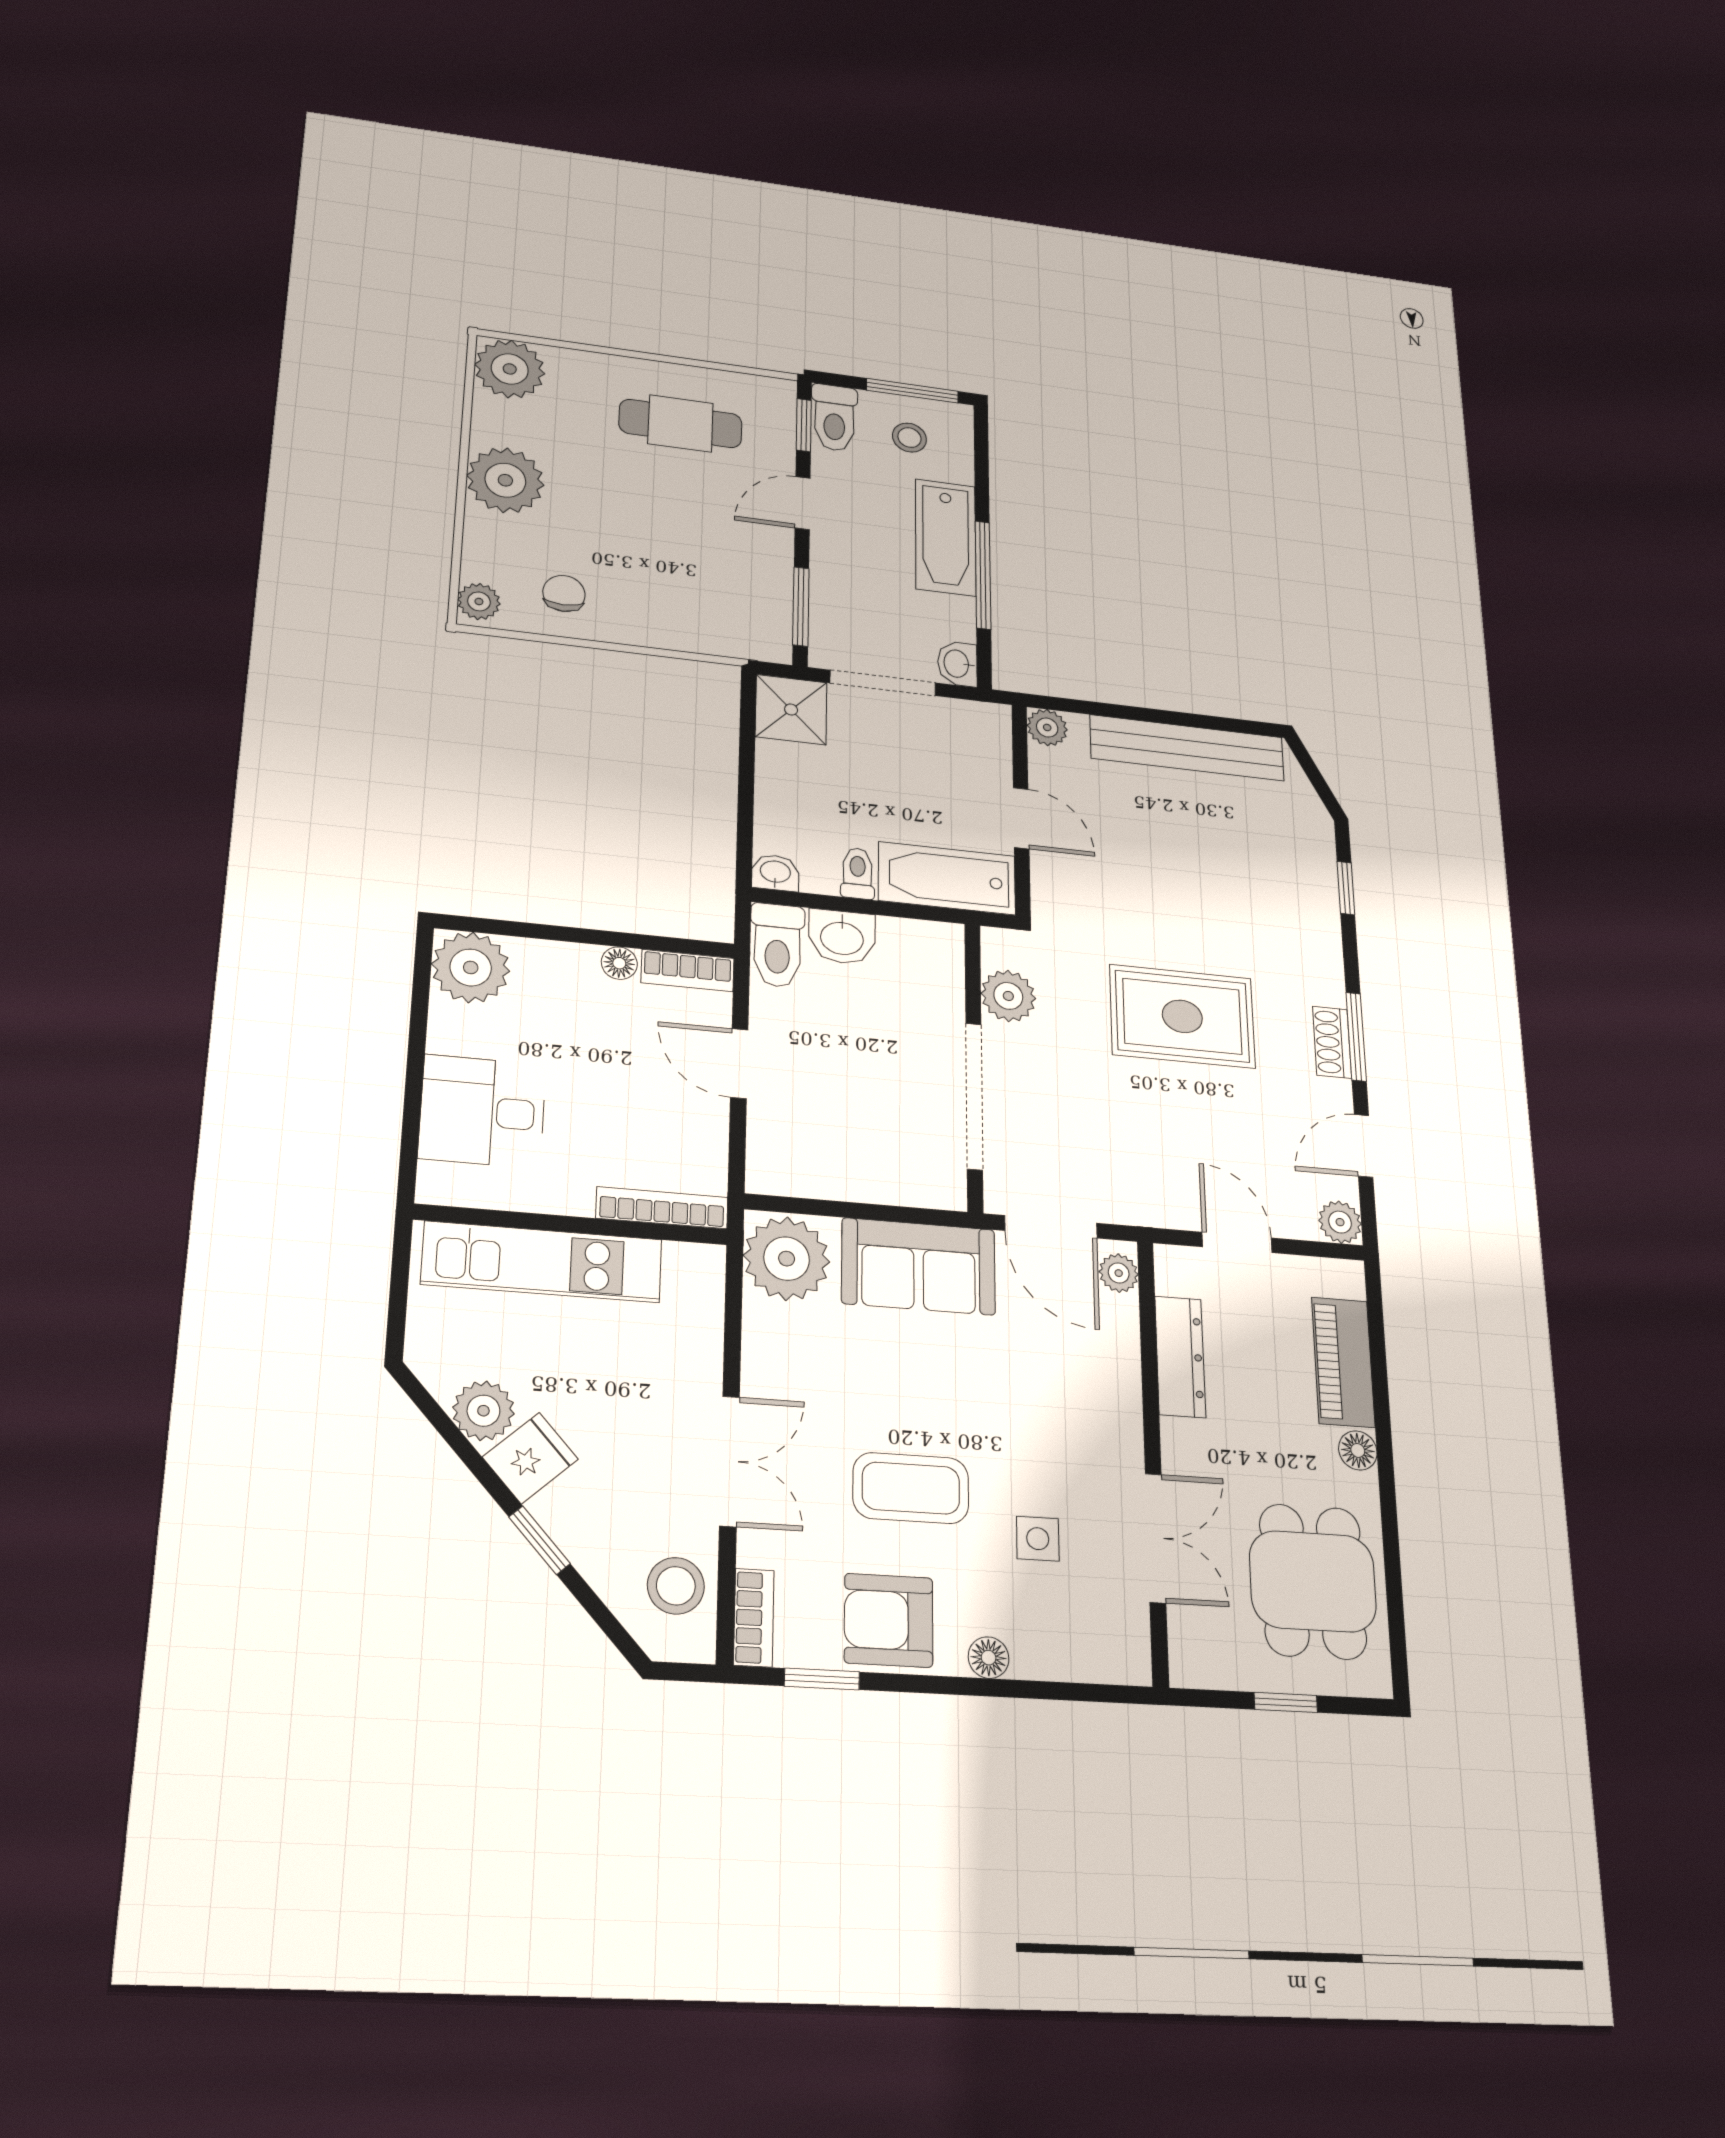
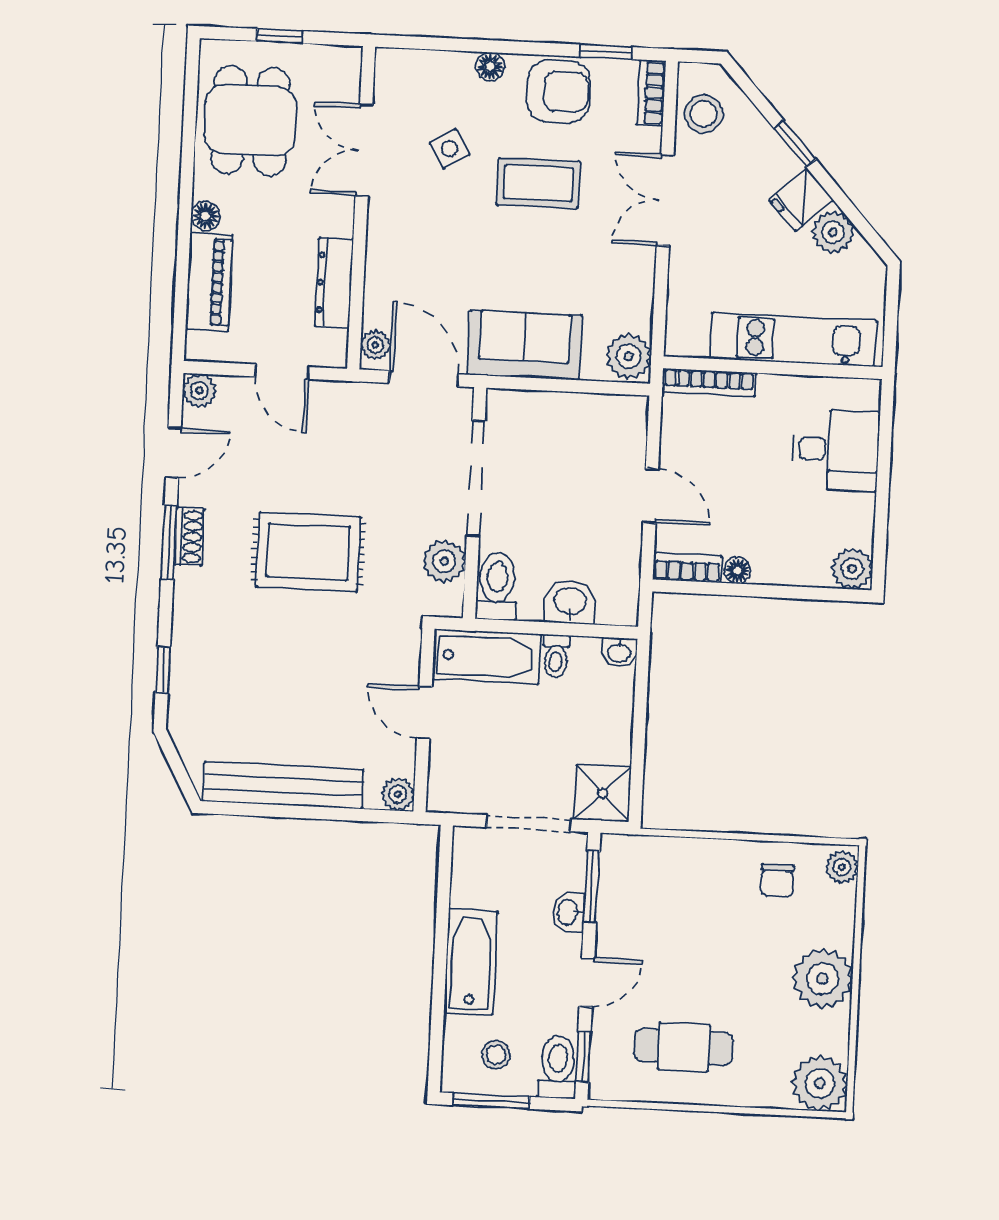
window: (983, 575) -> (442, 930), removed
washbasin: (957, 664) -> (569, 912), moved, turned 180
toilet: (777, 945) -> (497, 586), moved
plant: (471, 967) -> (852, 569), width x0.73, depth x0.73
plant: (787, 1259) -> (628, 356), width x0.73, depth x0.73
side table: (1038, 1539) -> (450, 149), turned -31

